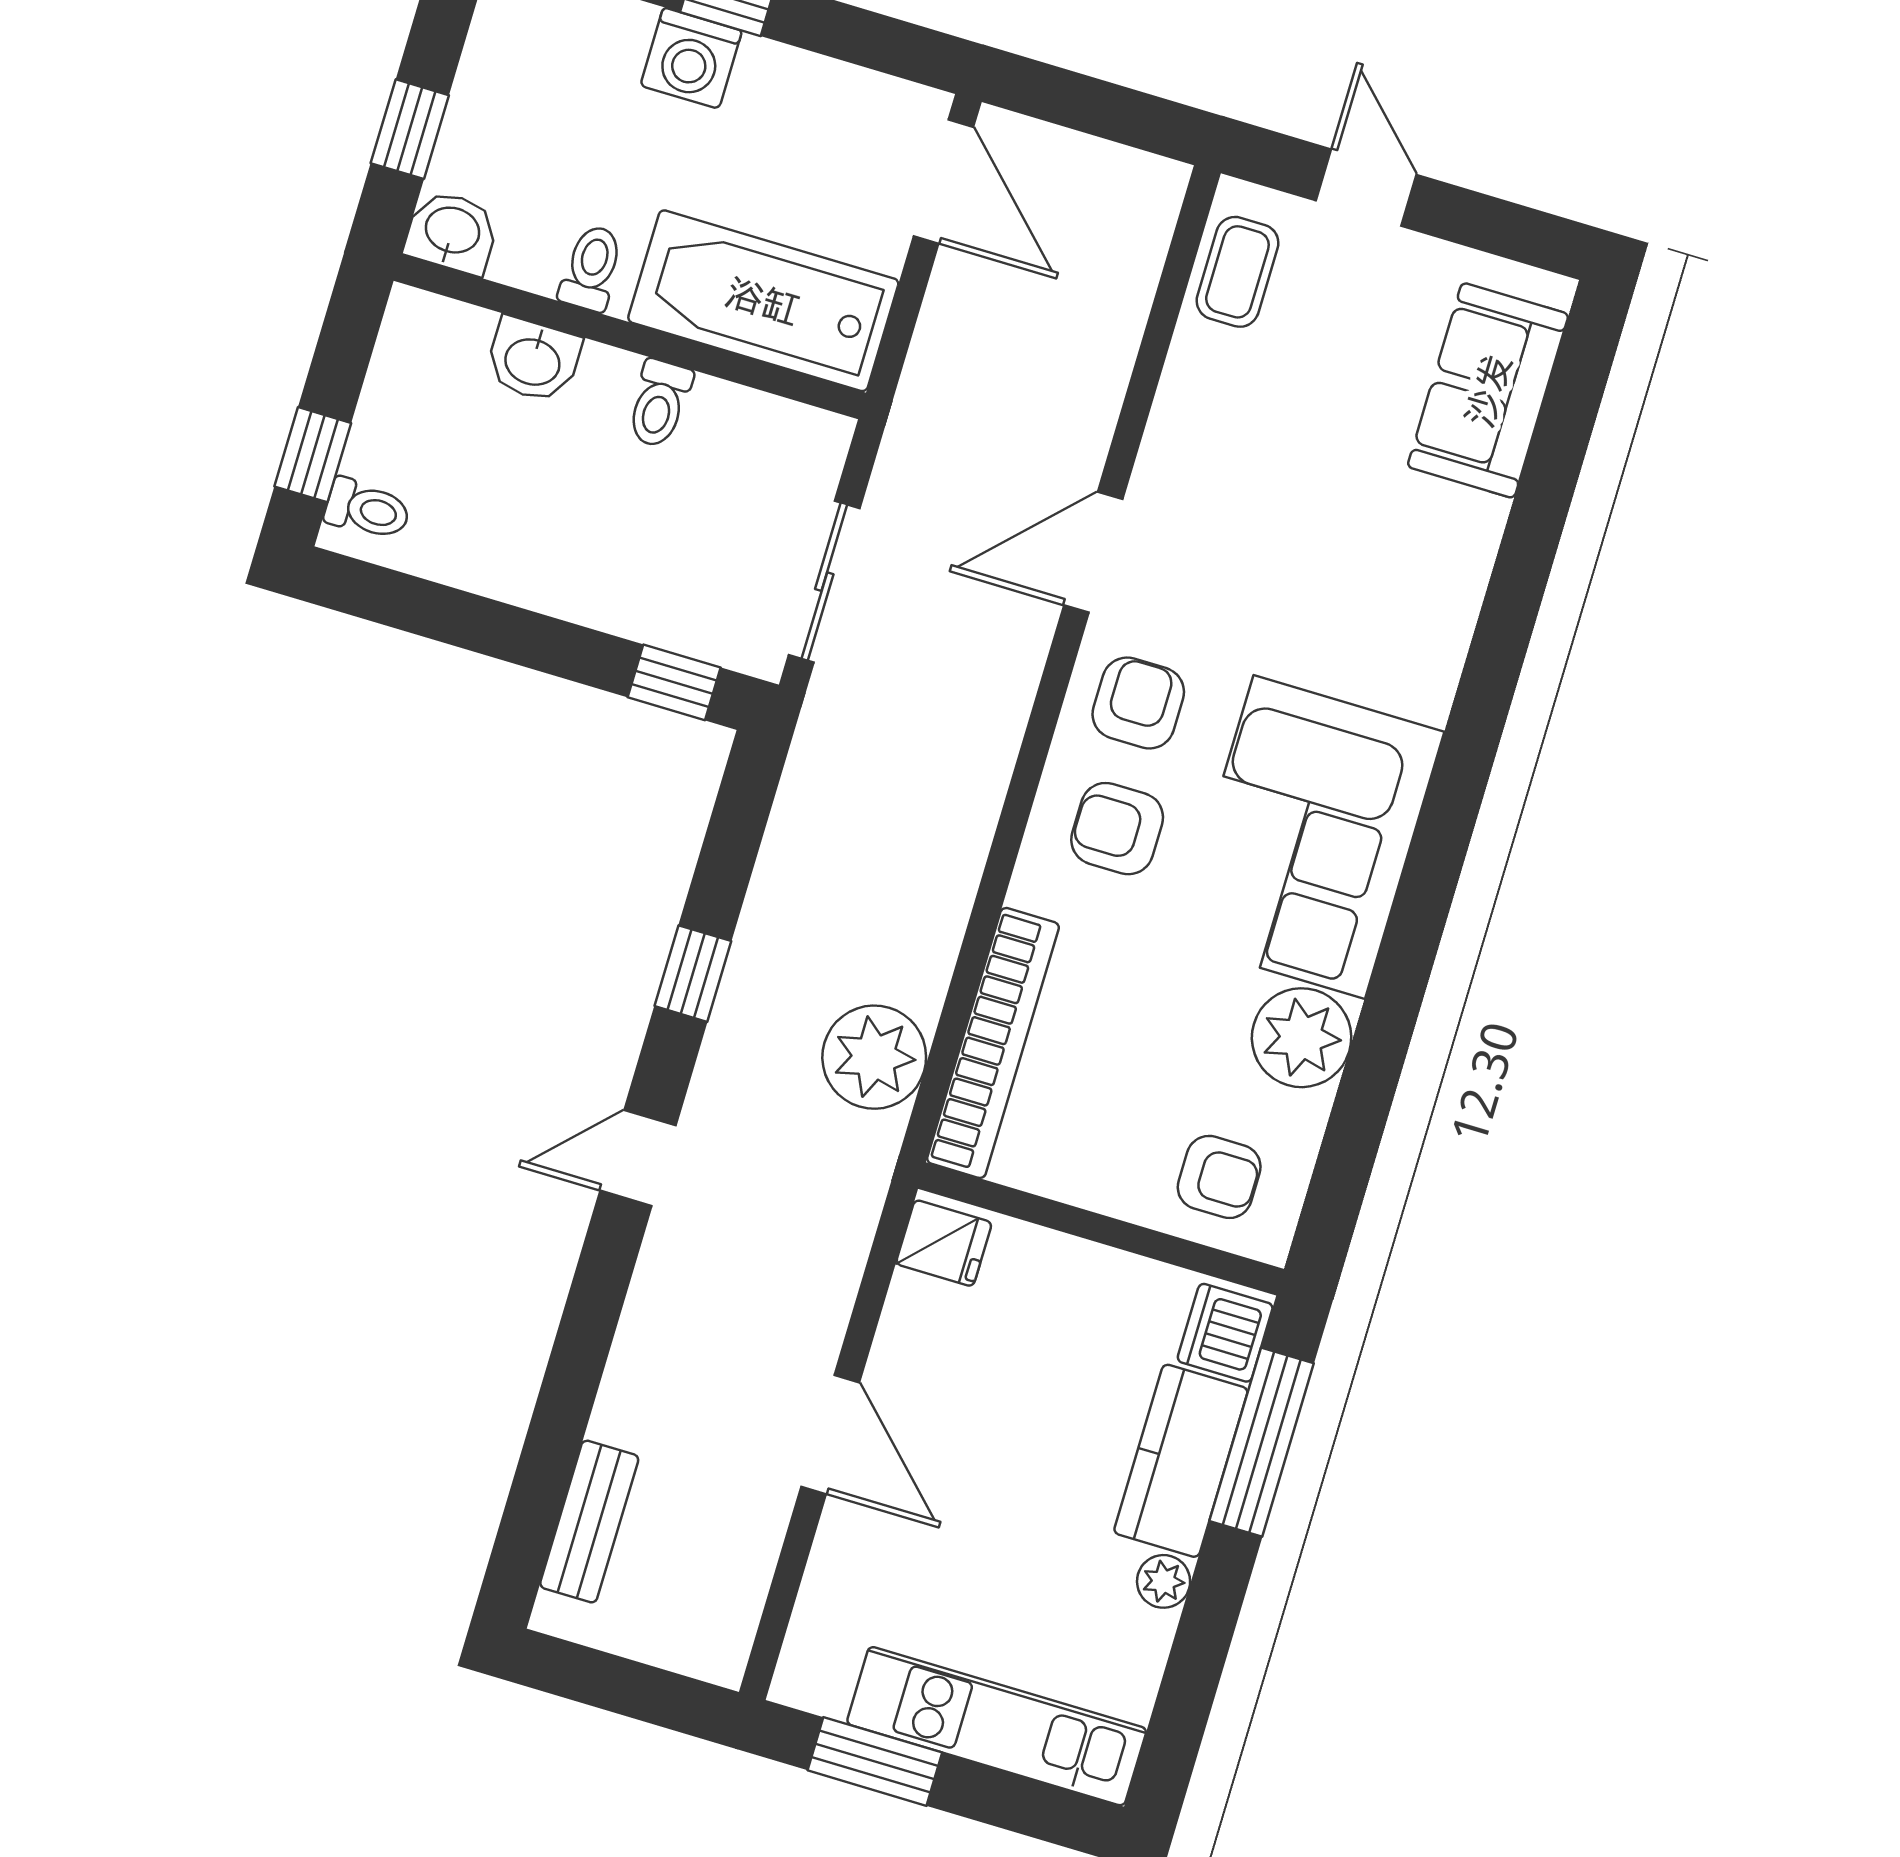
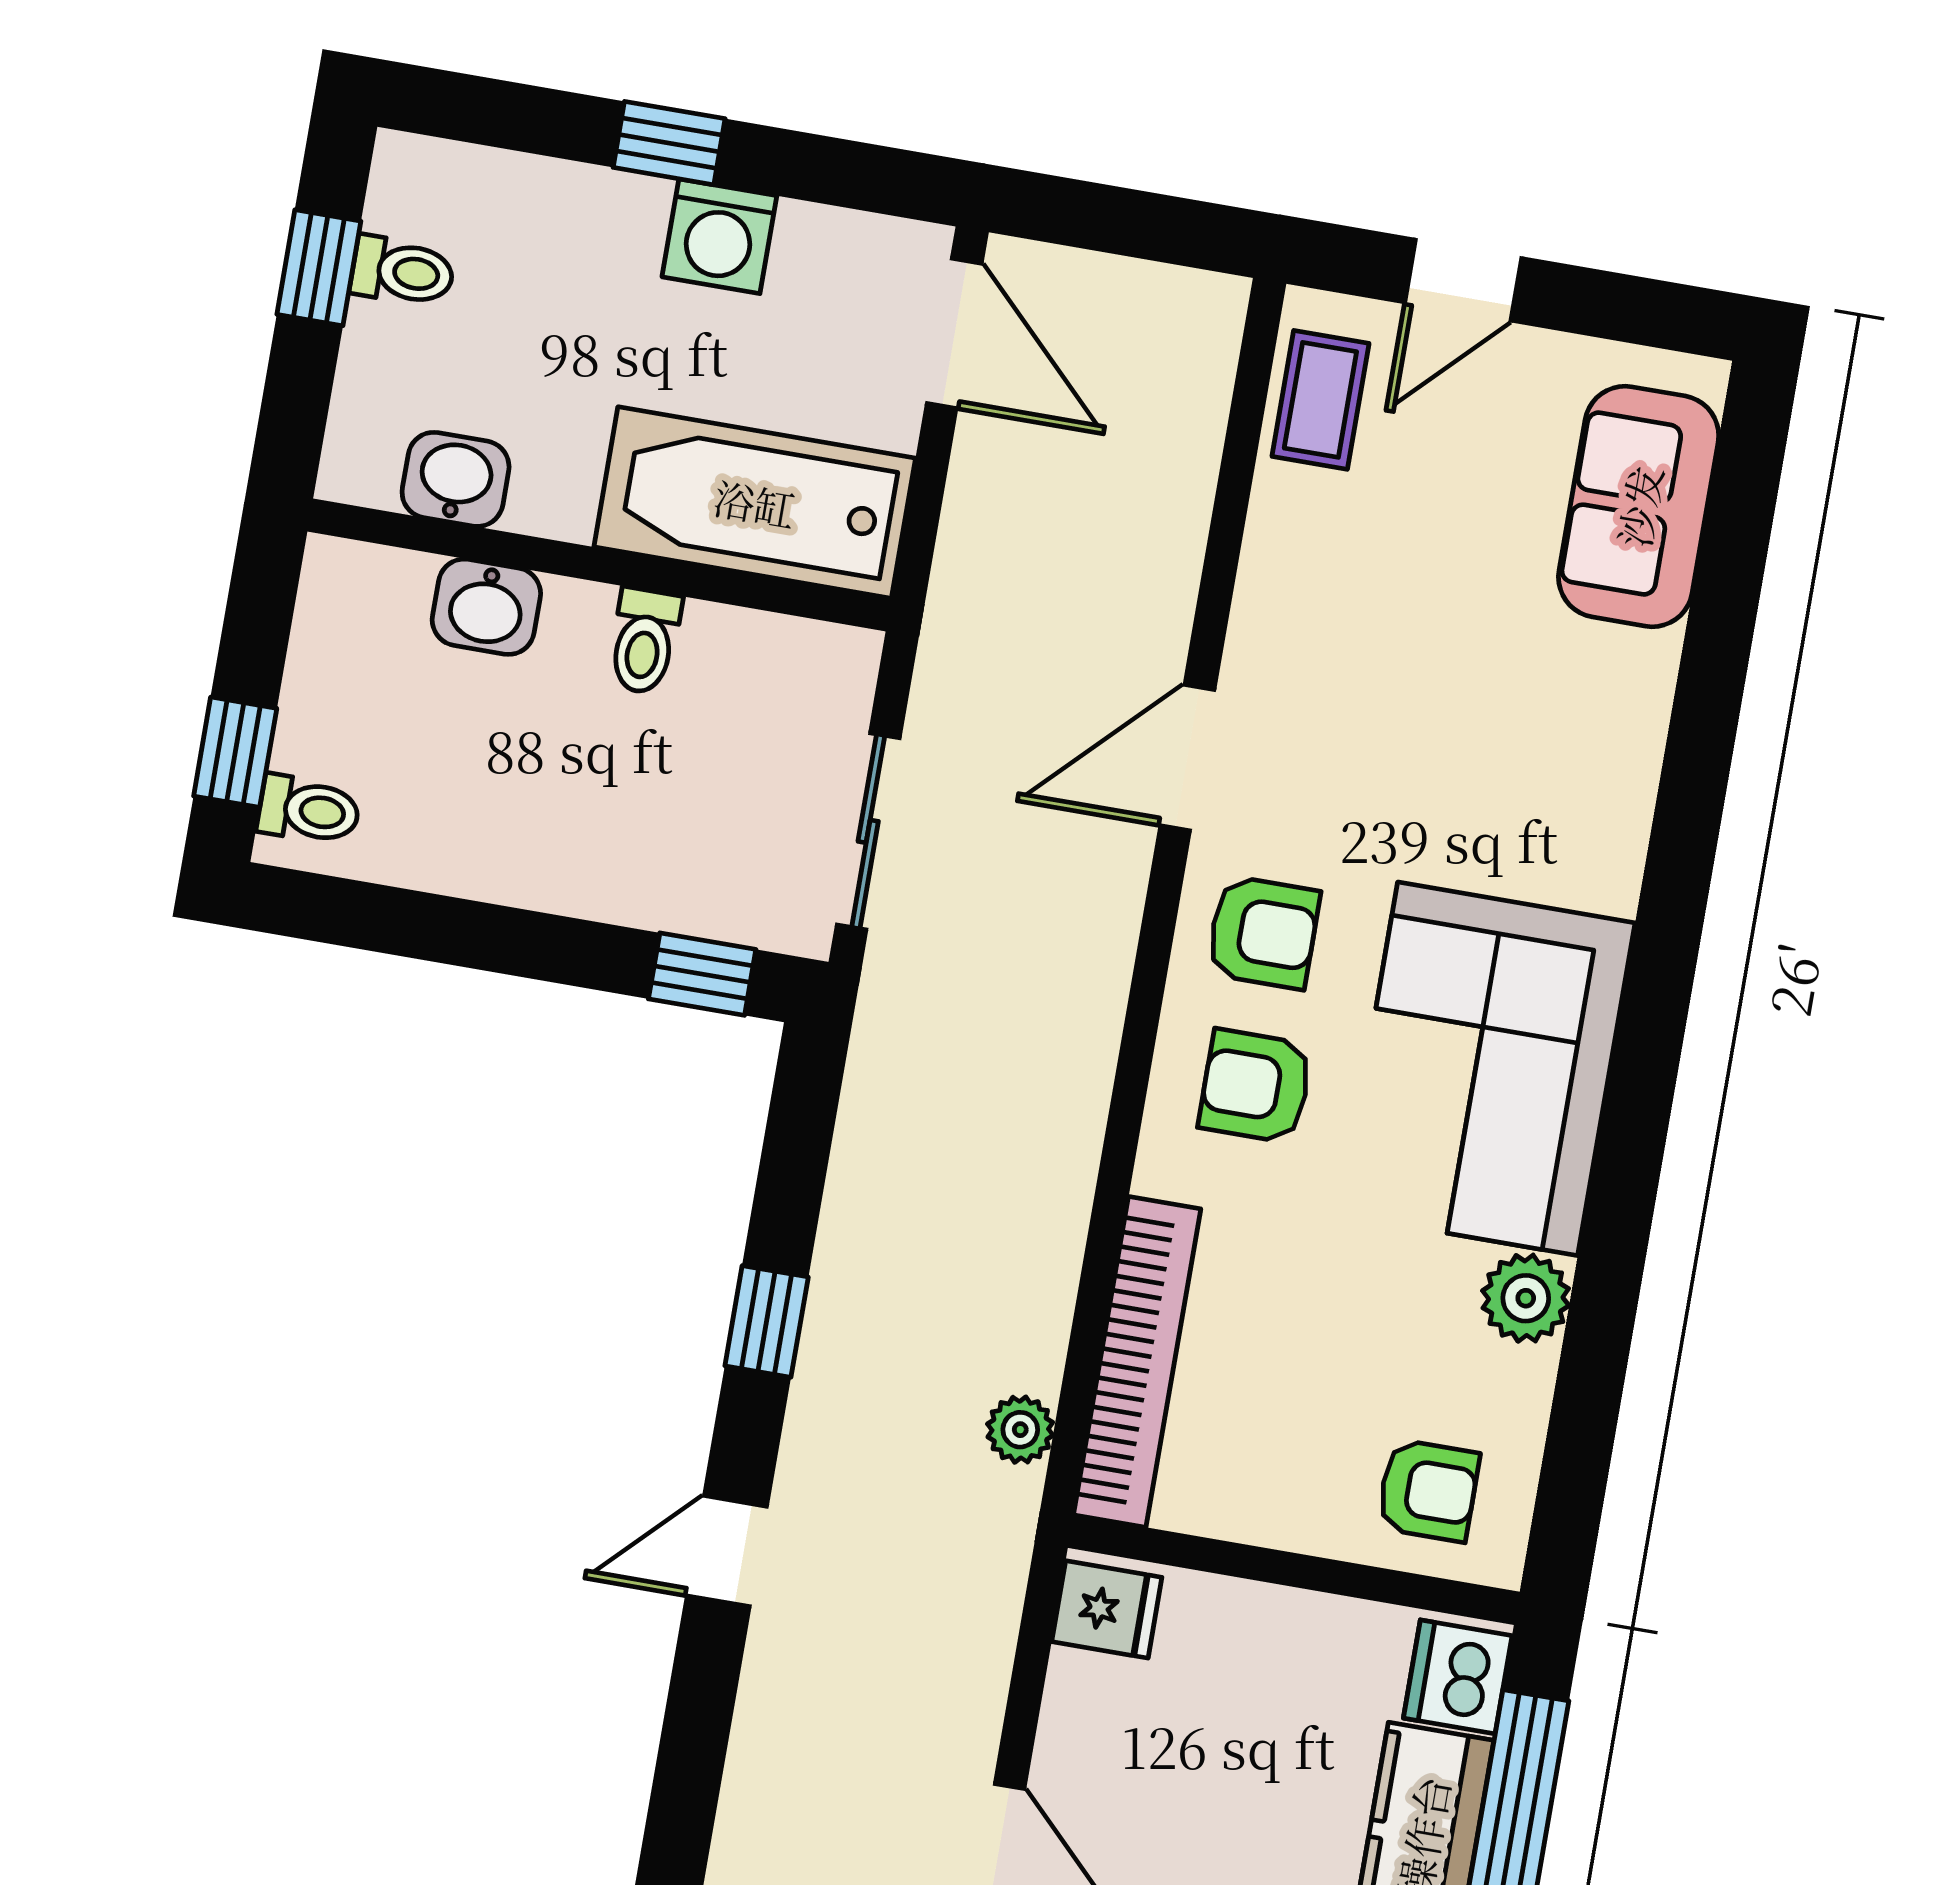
washing machine: (691, 58) -> (719, 236), moved
window: (410, 129) -> (319, 268), moved
door: (1366, 188) -> (1463, 280), swing flipped
washbasin: (452, 232) -> (456, 479), moved
toilet: (591, 268) -> (403, 271), moved, turned 90
armchair: (1138, 703) -> (1263, 932), turned 90
plant: (1302, 1038) -> (1526, 1298), width x0.73, depth x0.73
plant: (874, 1057) -> (1020, 1430), width x0.53, depth x0.53

